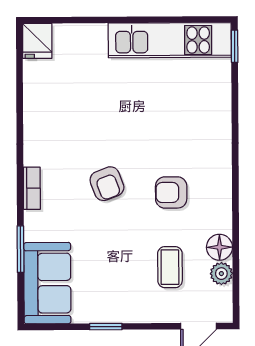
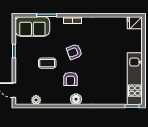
armchair: (171, 192) -> (70, 79), turned 180
floor lamp: (219, 247) -> (76, 99), moved
coffee table: (170, 267) -> (47, 63), moved

